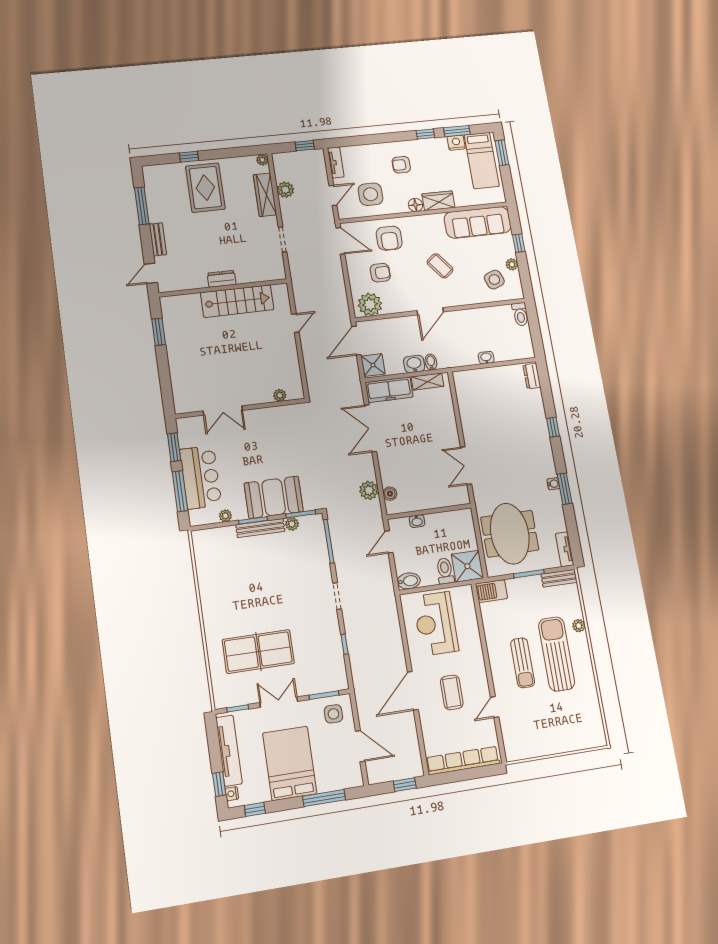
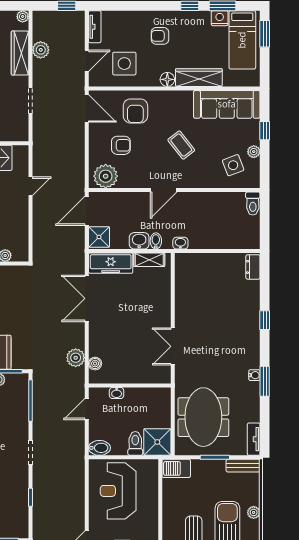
wardrobe: (438, 201) -> (199, 78), width x1.50
washbasin: (486, 358) -> (180, 243), moved

